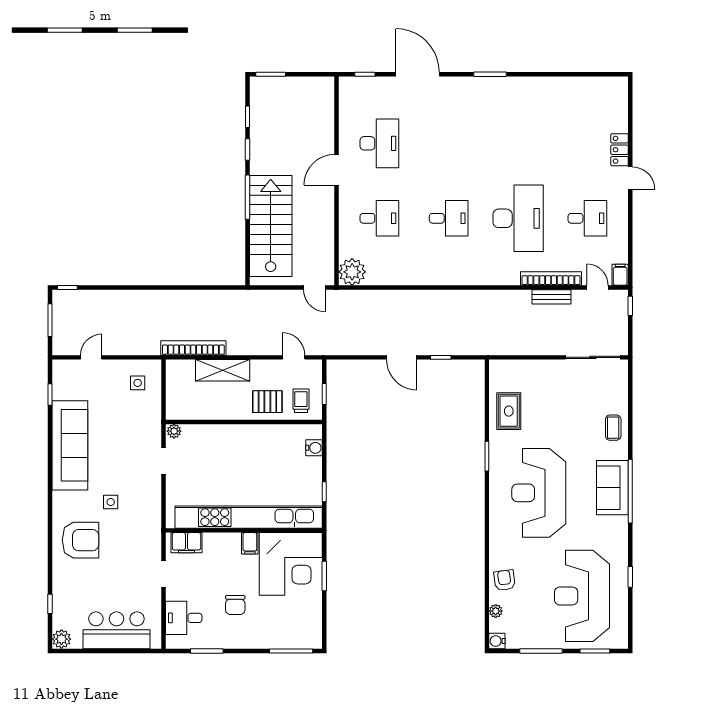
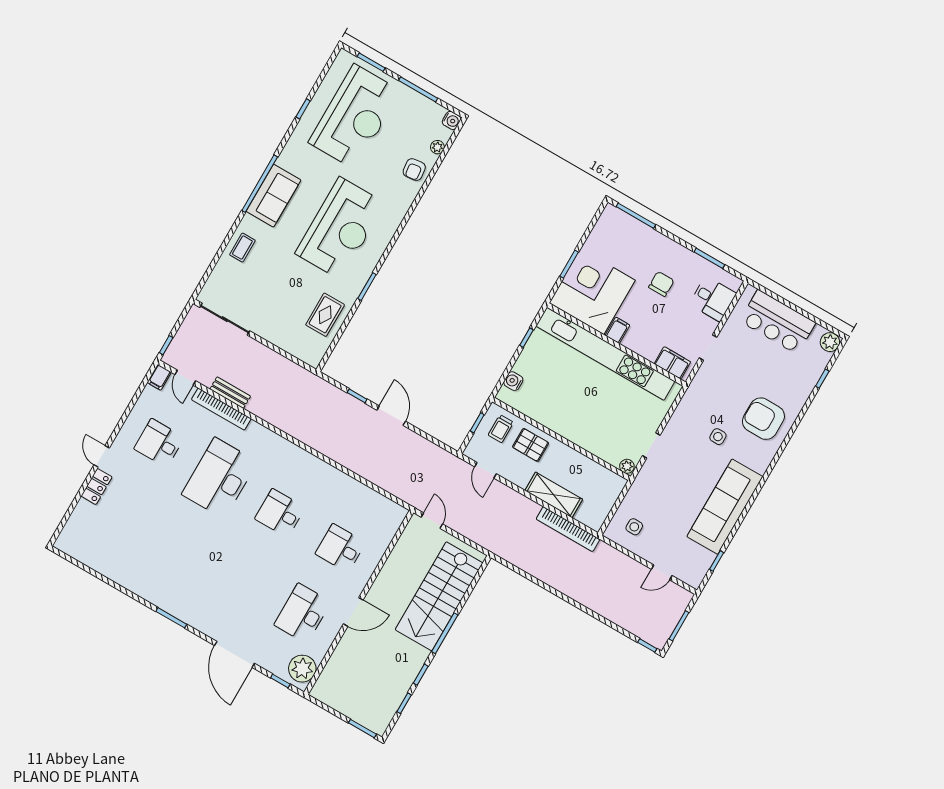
plant: (352, 272) -> (302, 669), moved

